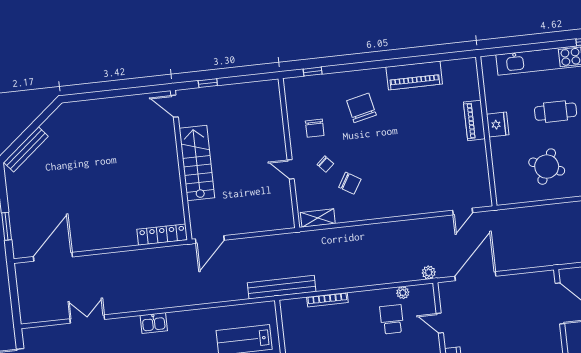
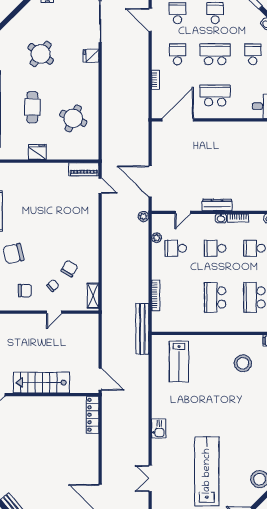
piano: (474, 120) -> (84, 169), moved

